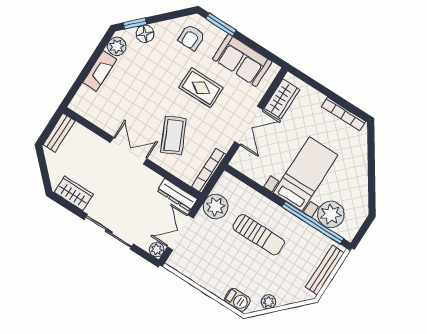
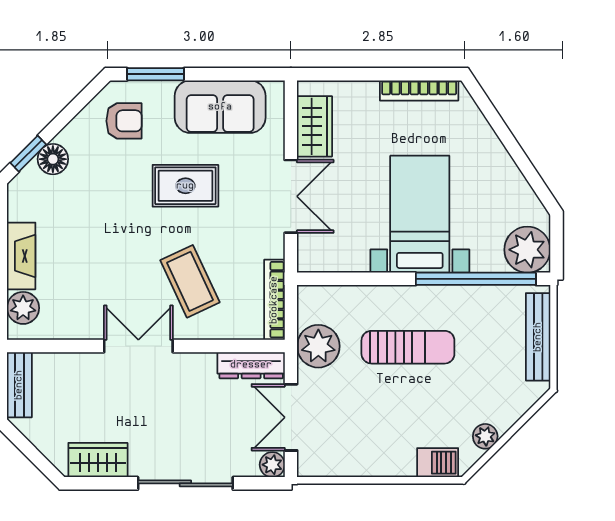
armchair: (191, 37) -> (124, 121), turned -90
plant: (117, 46) -> (23, 308), moved
plant: (331, 214) -> (527, 250), moved

